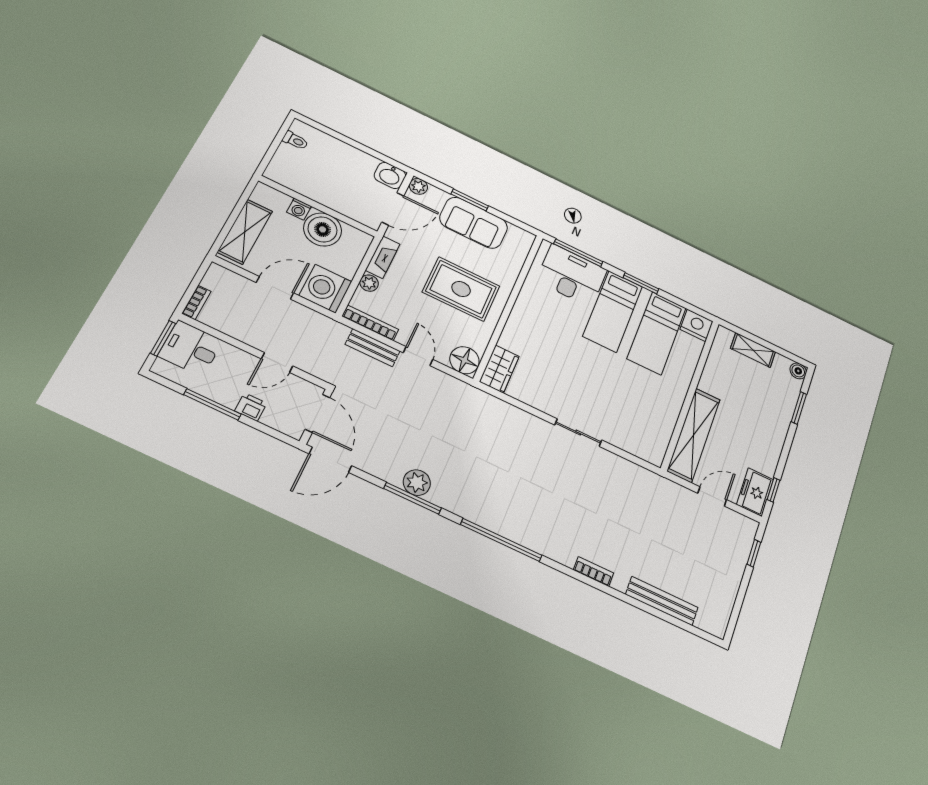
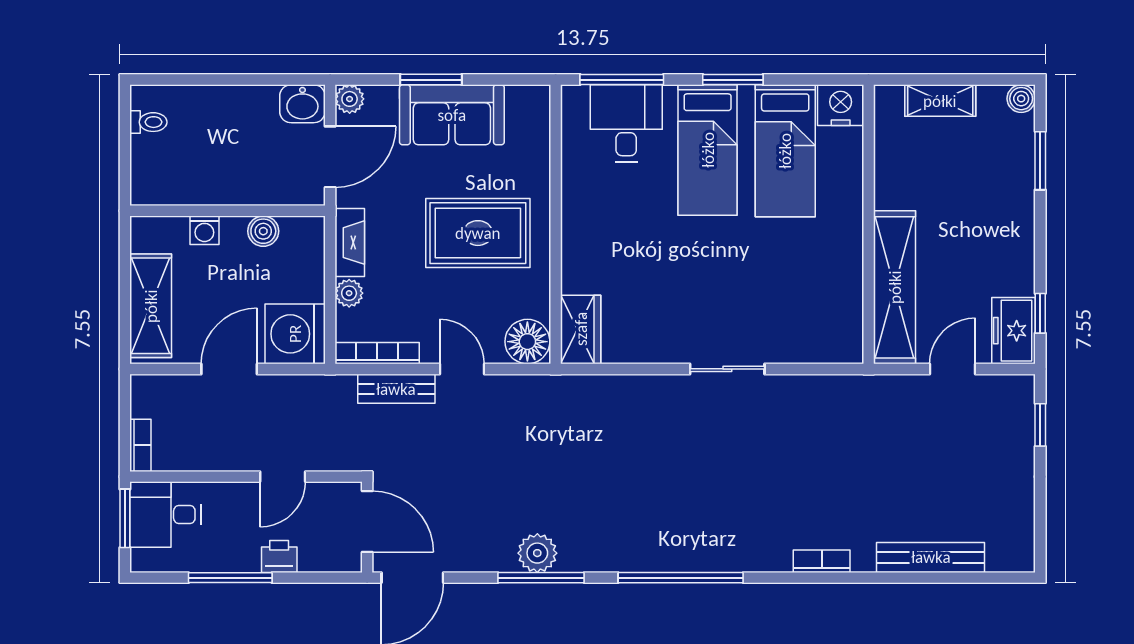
boiler: (323, 229) -> (263, 231), width x0.54, depth x0.54
desk: (572, 275) -> (626, 123), width x0.73

